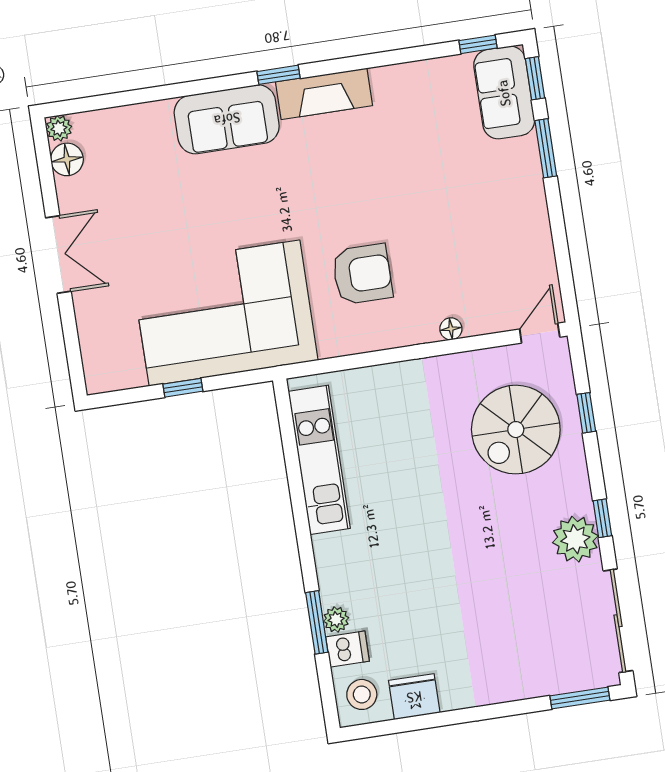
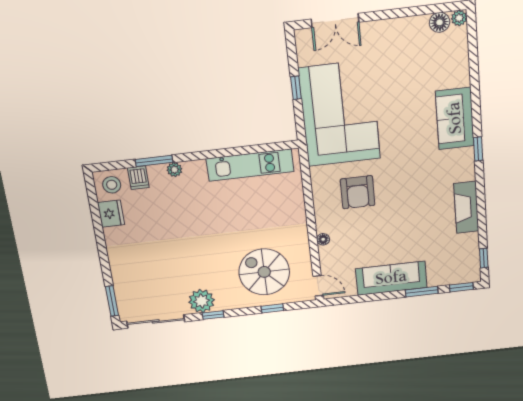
sofa: (504, 93) -> (391, 278), moved, width x1.36
fireplace: (324, 94) -> (466, 207), moved
double door: (58, 254) -> (335, 21), moved
plant: (336, 619) -> (174, 170), moved

